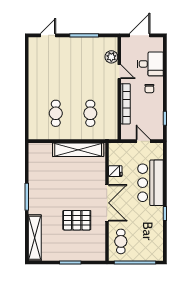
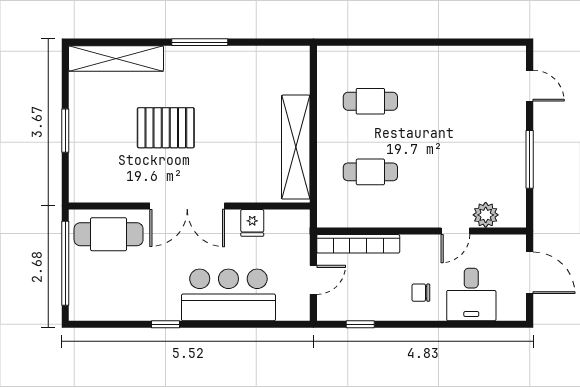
bookcase: (126, 104) -> (358, 244), moved
pallet: (77, 220) -> (166, 128), moved, turned 90
cafe table: (121, 241) -> (109, 234), width x1.37, depth x1.35

